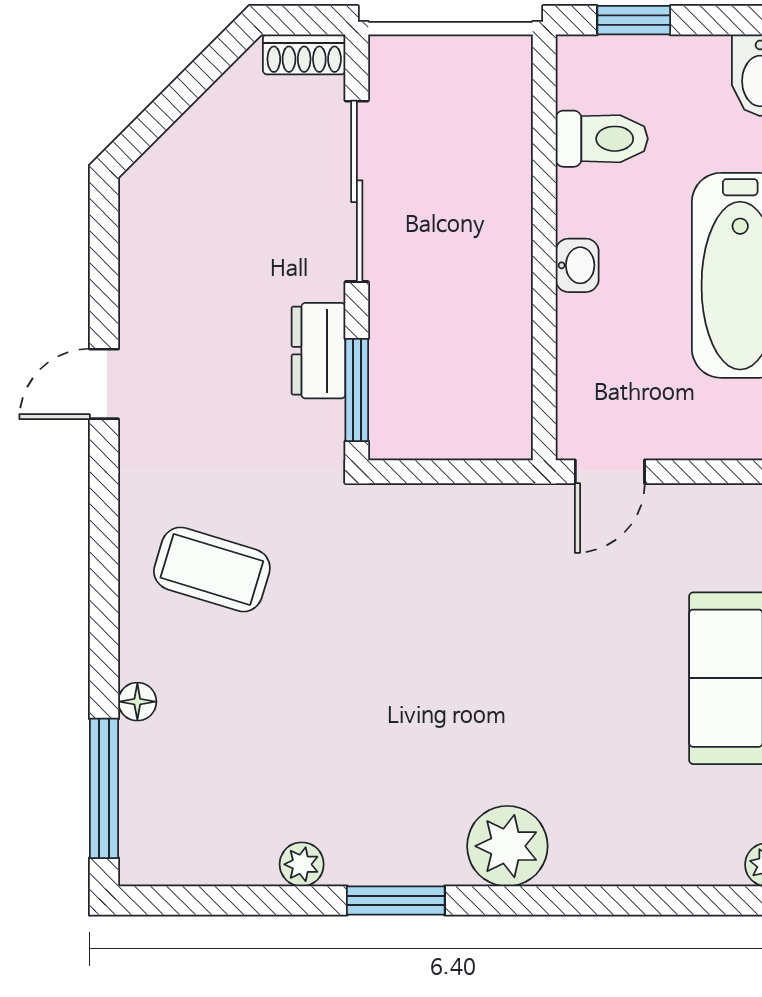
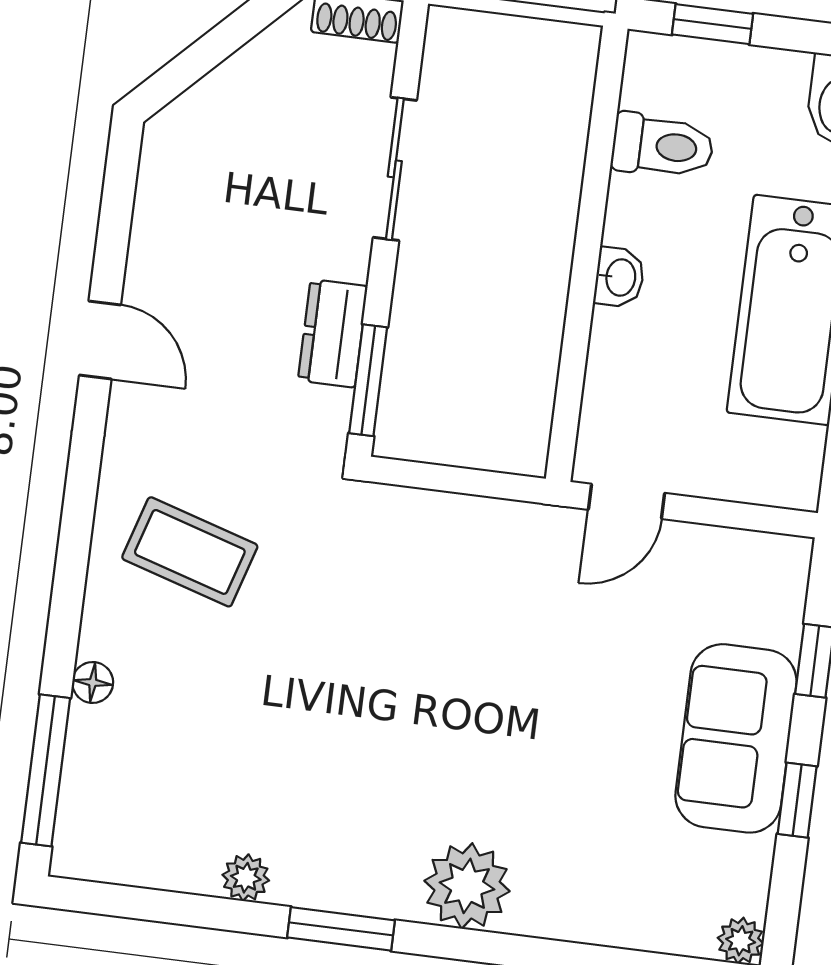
sliding door: (357, 191) -> (395, 169), width x0.73
door: (104, 384) -> (100, 340), swing flipped

